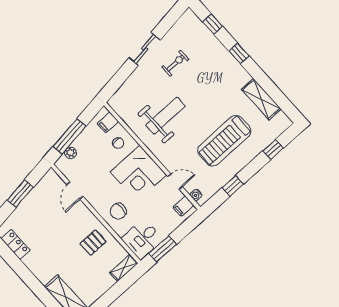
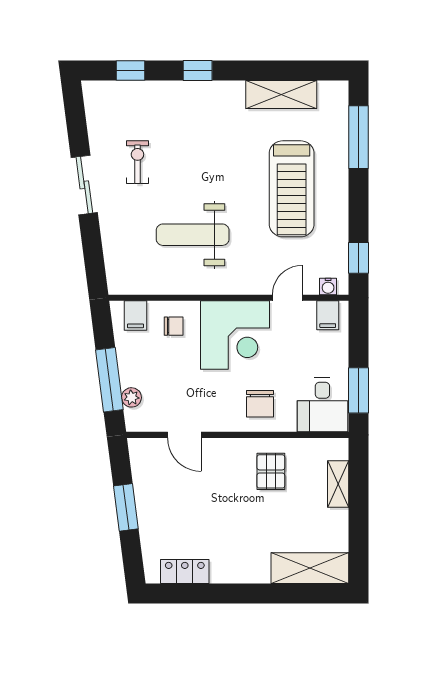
weight bench: (165, 116) -> (193, 235), turned -90
window: (273, 150) -> (358, 137), width x2.17
window: (233, 186) -> (358, 258), moved
shelving: (124, 268) -> (338, 484), moved

